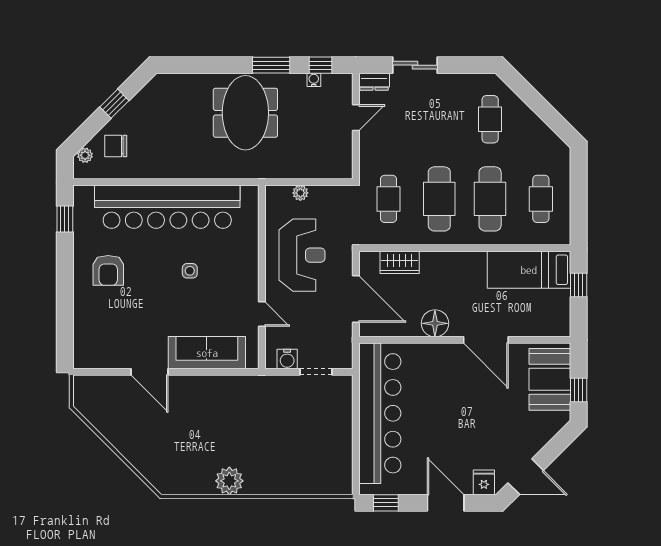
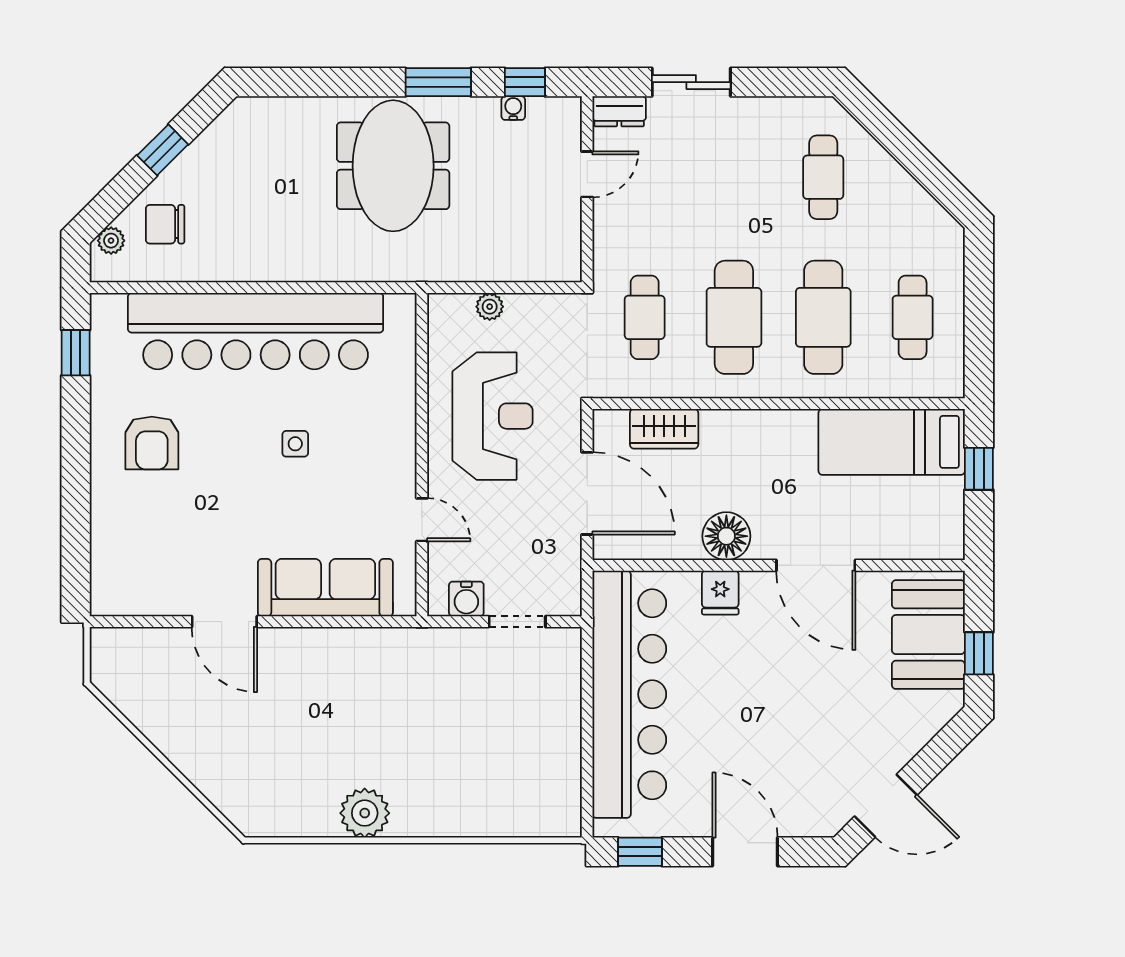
fridge: (484, 482) -> (720, 593), moved, turned 180

